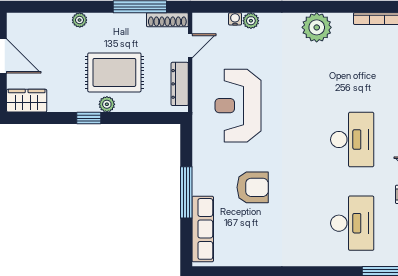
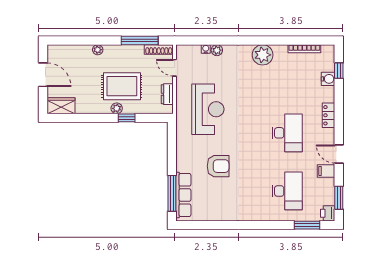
door: (190, 46) -> (175, 68), swing flipped
dresser: (180, 84) -> (167, 94), width x0.70
reception desk: (238, 106) -> (208, 109), turned 180
window: (89, 118) -> (127, 118), moved
window: (186, 192) -> (172, 193), moved

